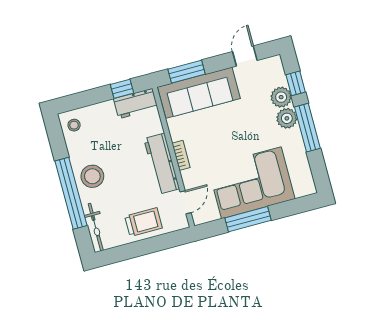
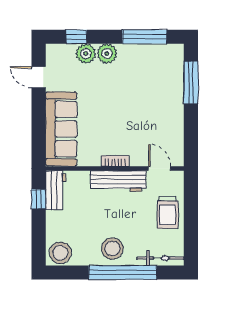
window: (187, 72) -> (39, 135), removed
stool: (74, 125) -> (60, 253), width x1.89, depth x1.89
window: (307, 128) -> (145, 37), moved
corner sofa: (251, 183) -> (158, 103), removed
window: (248, 219) -> (191, 82), moved
trolley: (143, 222) -> (168, 212), turned 180

